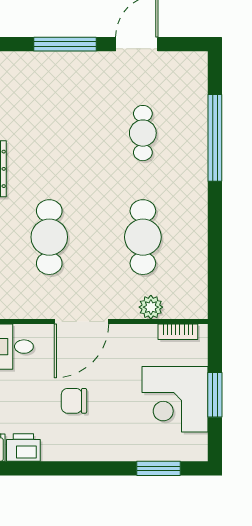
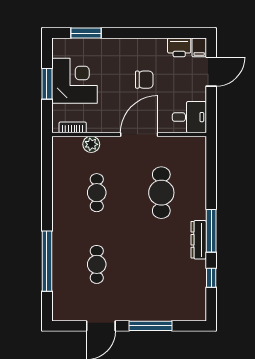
cafe table: (143, 237) -> (97, 193), width x0.73, depth x0.74

